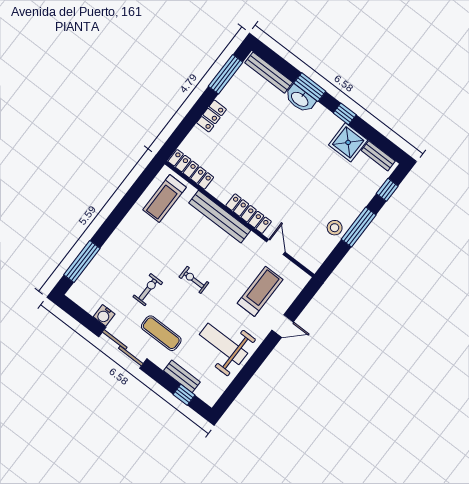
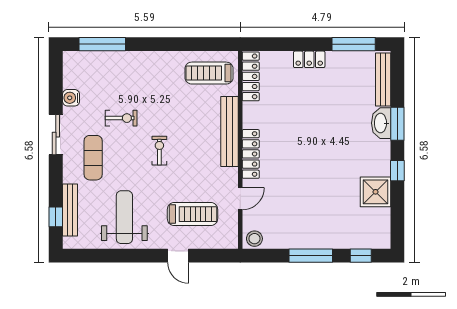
bench: (378, 156) -> (384, 226), removed
stool: (335, 228) -> (254, 239), moved
sliding door: (123, 348) -> (56, 135), width x0.73
bench: (182, 376) -> (70, 210), width x1.36

